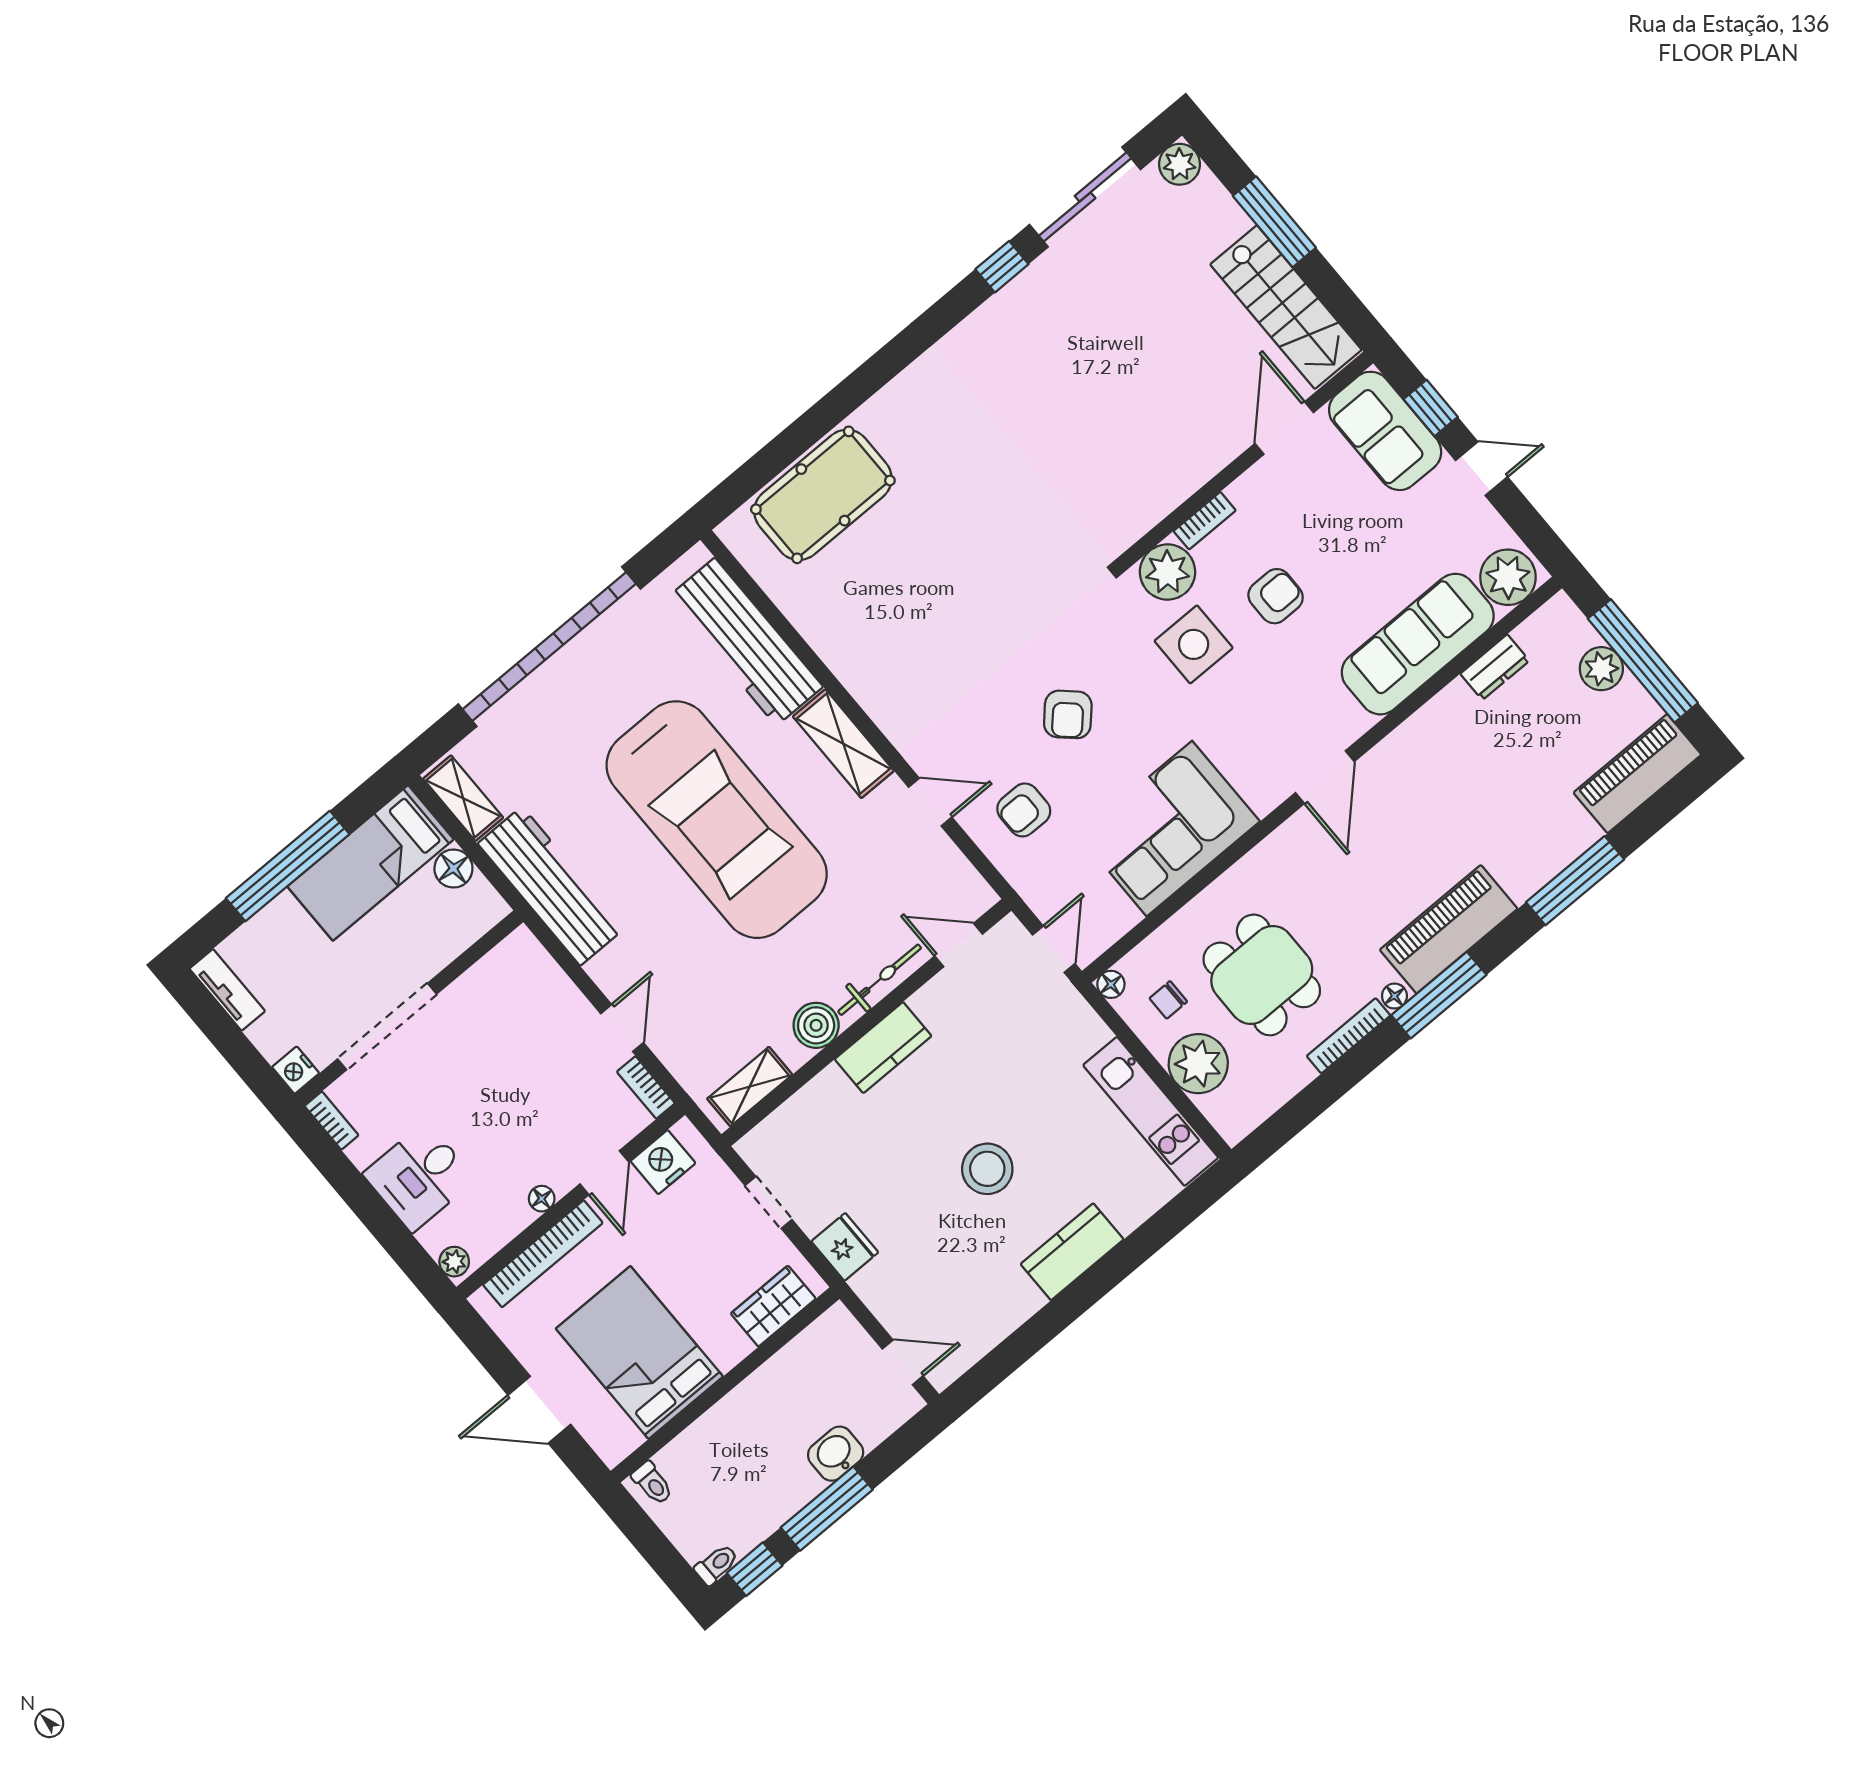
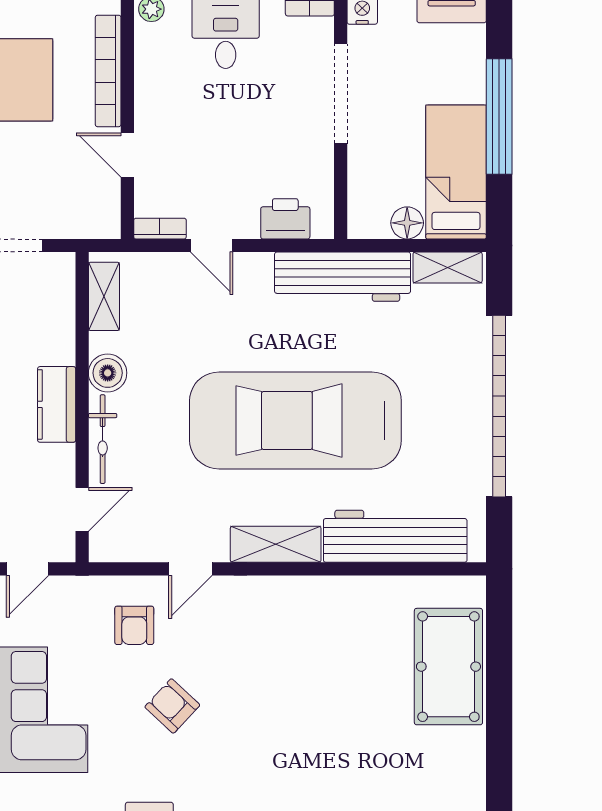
armchair: (1024, 810) -> (134, 625), turned 180
door: (1054, 949) -> (27, 569), hinge flipped
printer: (542, 982) -> (285, 219), added
nightstand: (663, 1162) -> (102, 199), removed
floor lamp: (542, 1199) -> (145, 100), removed

